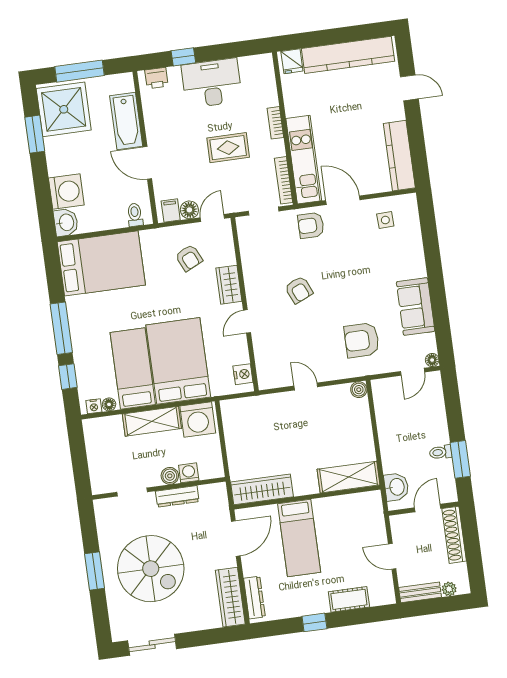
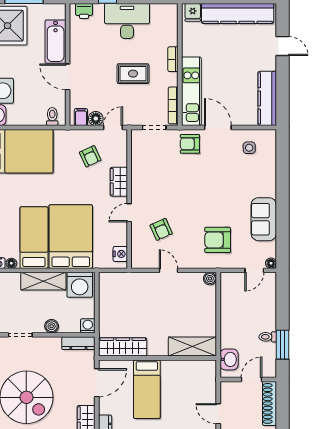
armchair: (299, 290) -> (161, 229), moved
washing machine: (189, 473) -> (88, 326), moved
dresser: (177, 496) -> (78, 343), moved

